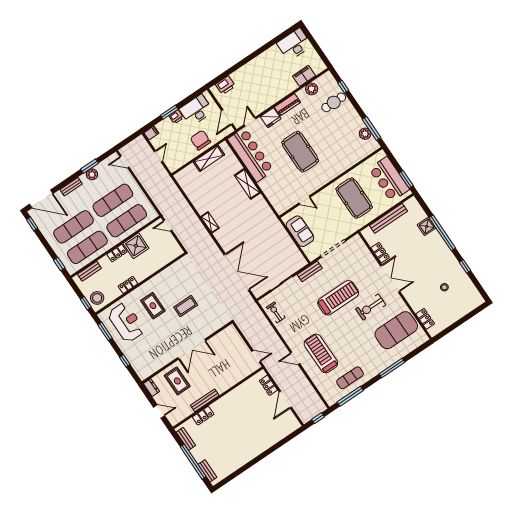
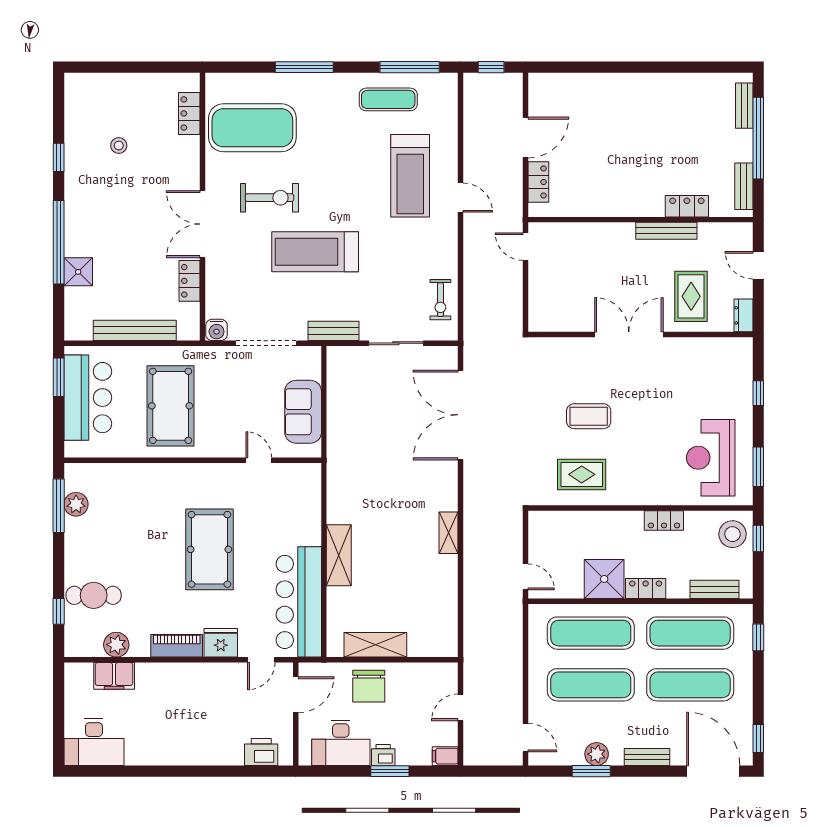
water cooler: (356, 240) -> (217, 330), added
rug: (153, 306) -> (582, 474), moved, turned 90

